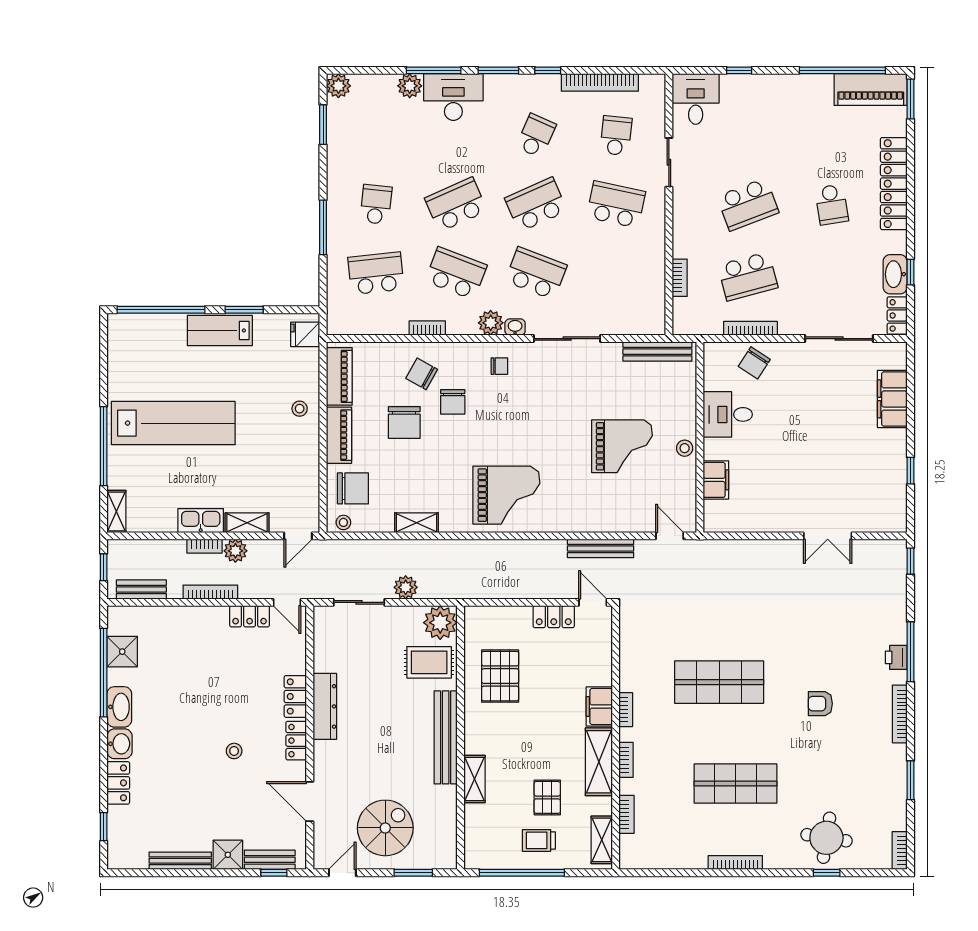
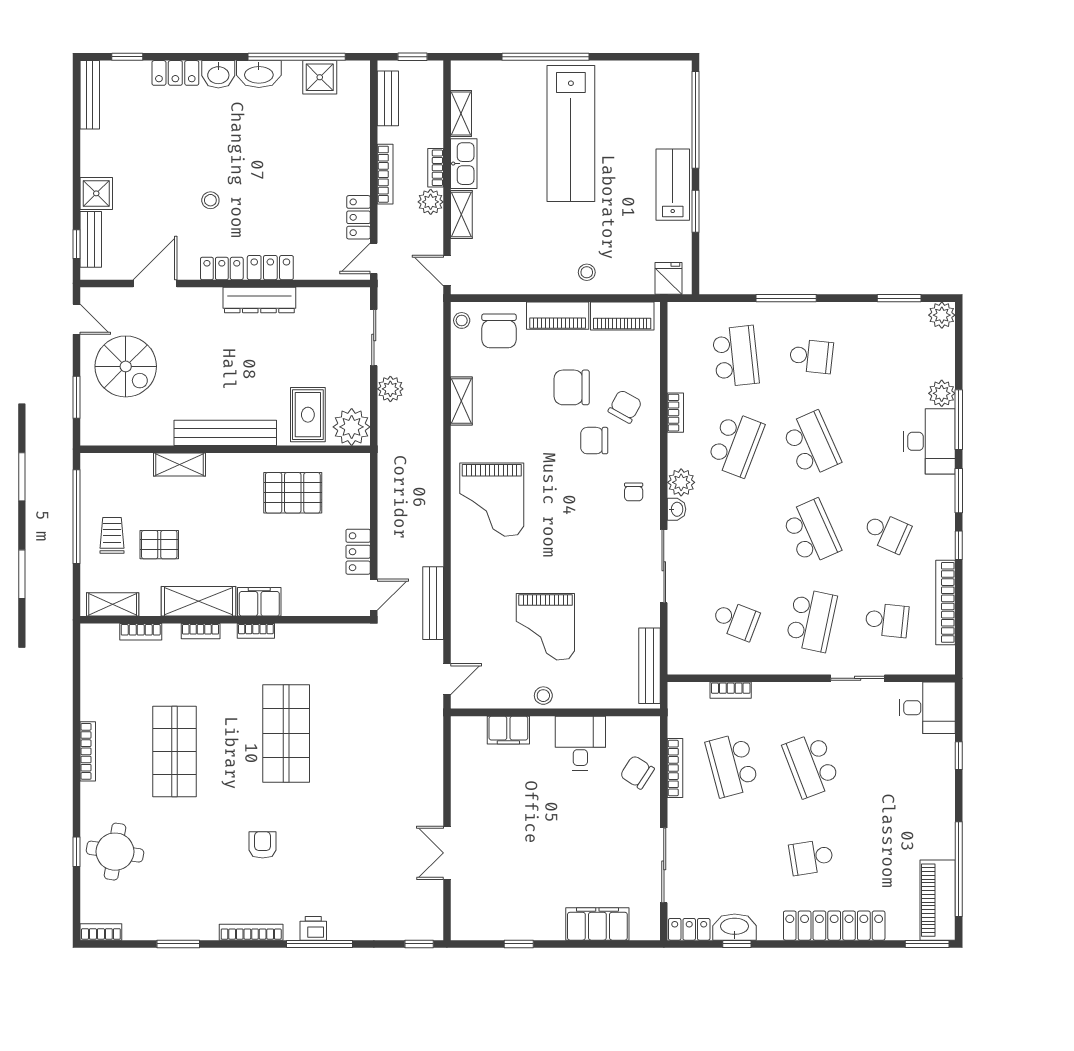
school desk: (536, 273) -> (736, 620), moved, width x0.54
shelving: (116, 511) -> (461, 113), moved, turned 90
bench: (180, 861) -> (90, 95), moved

